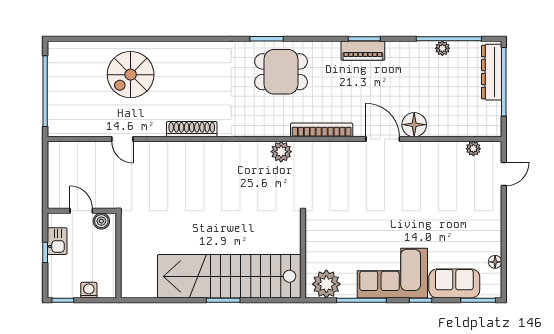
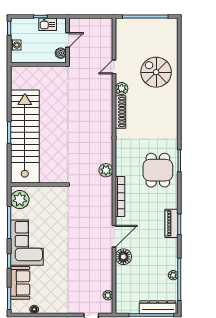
plant: (156, 127) -> (122, 89), added

